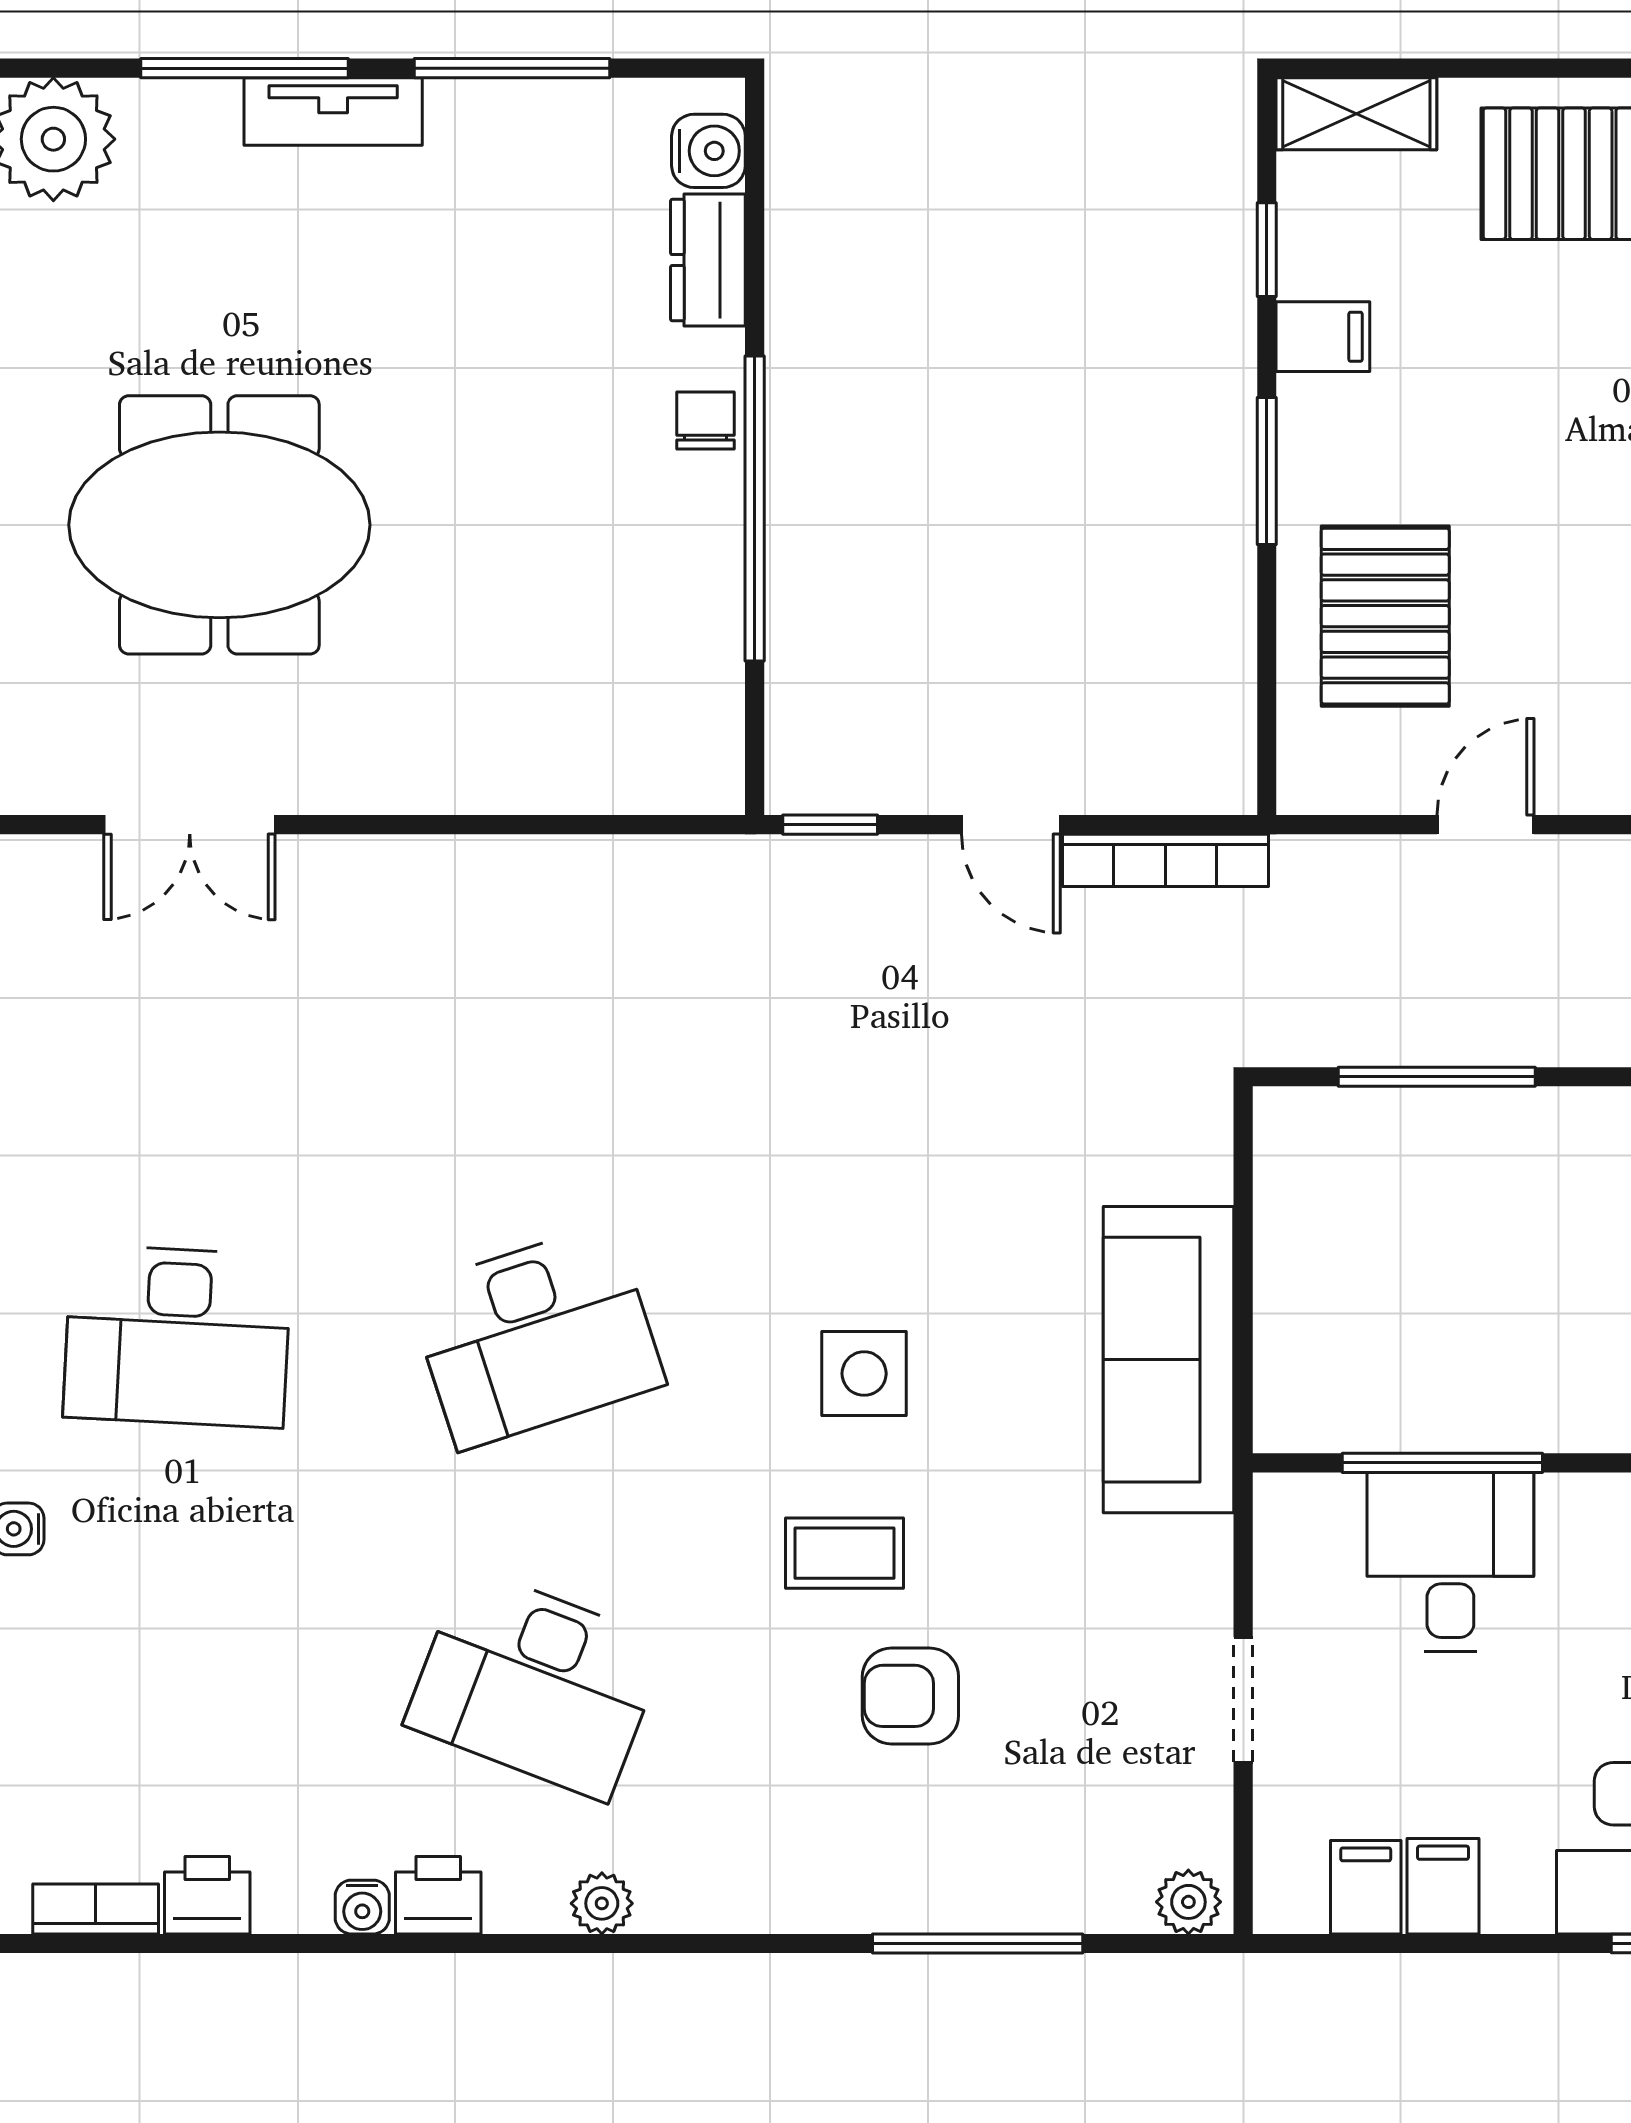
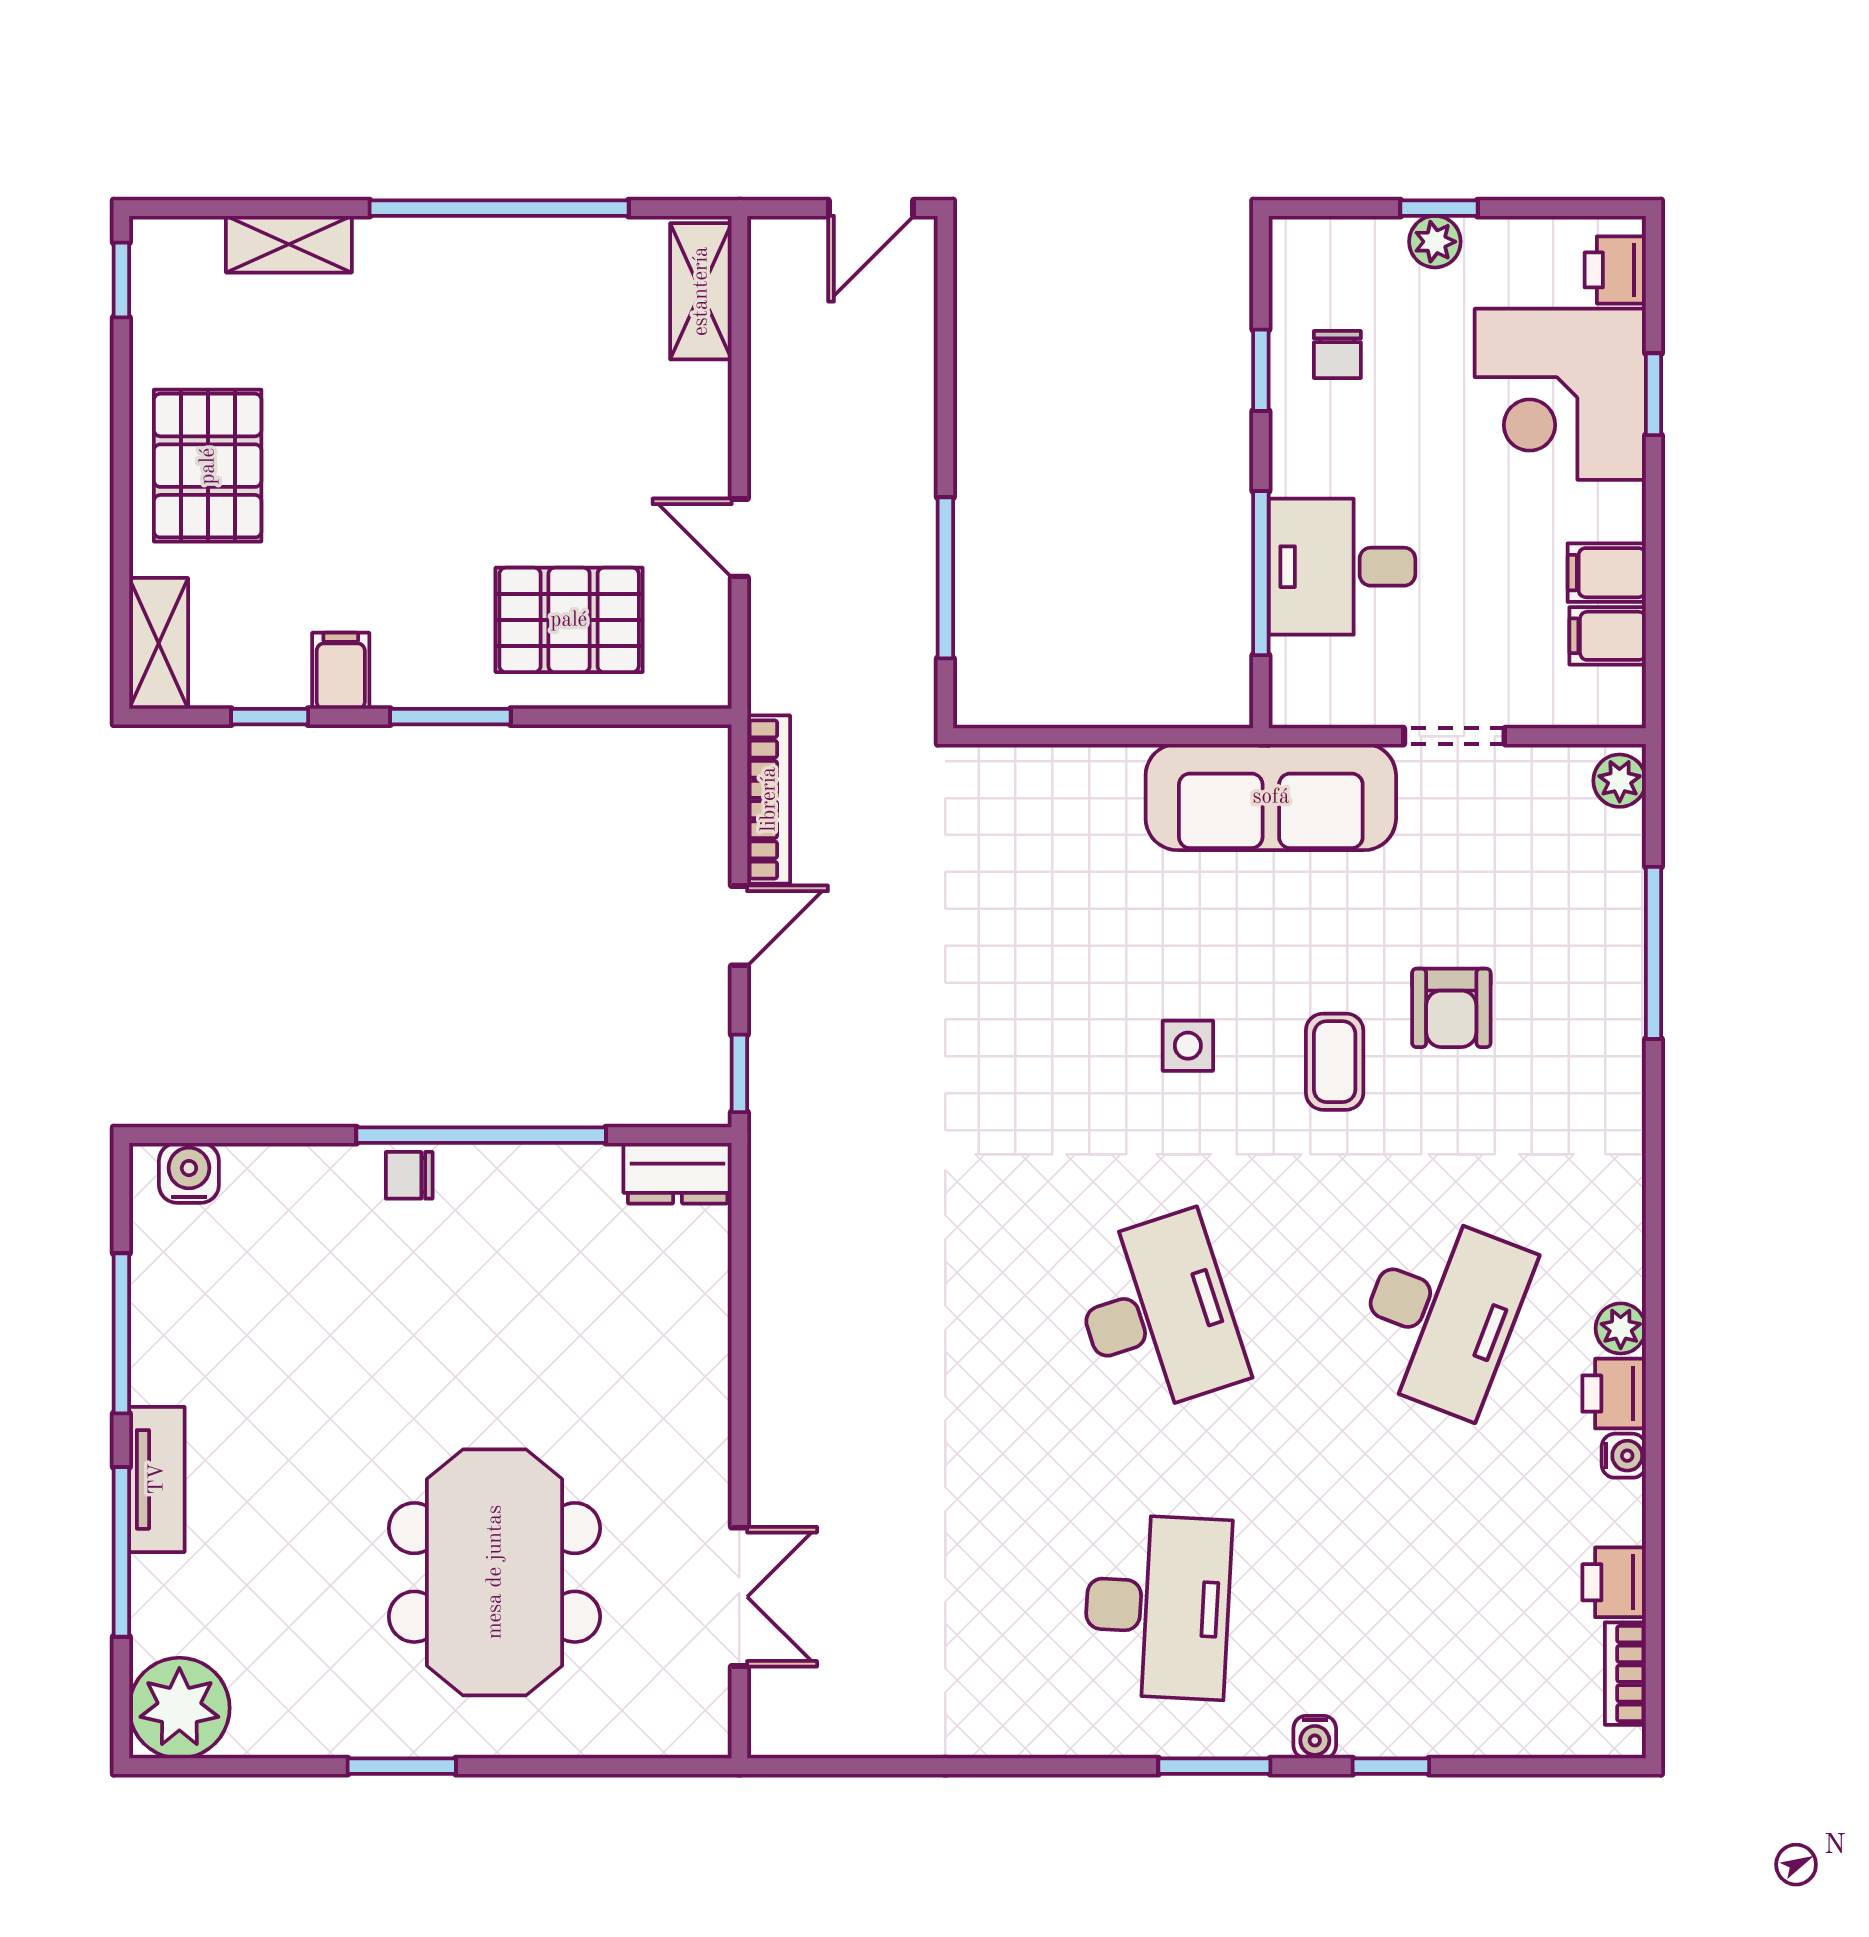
dresser: (708, 260) -> (678, 1173), moved
sofa: (1168, 1360) -> (1271, 797), moved
side table: (864, 1374) -> (1188, 1046), width x0.73, depth x0.73
plant: (602, 1903) -> (1621, 1328), moved

